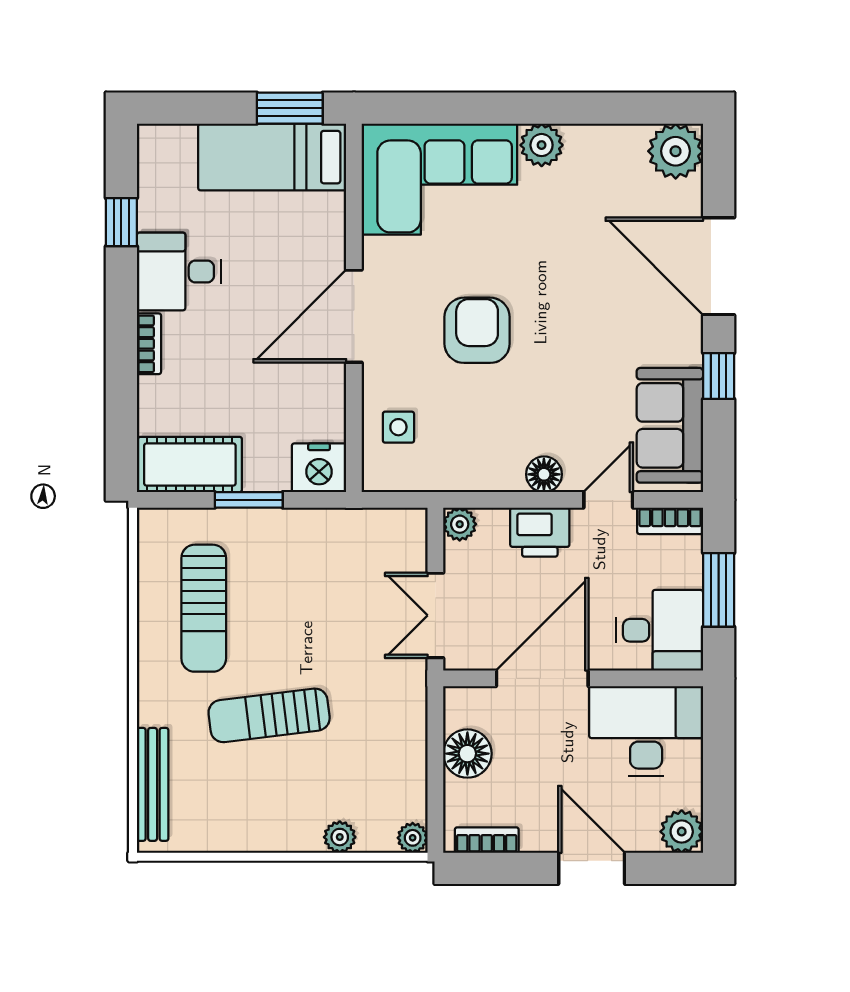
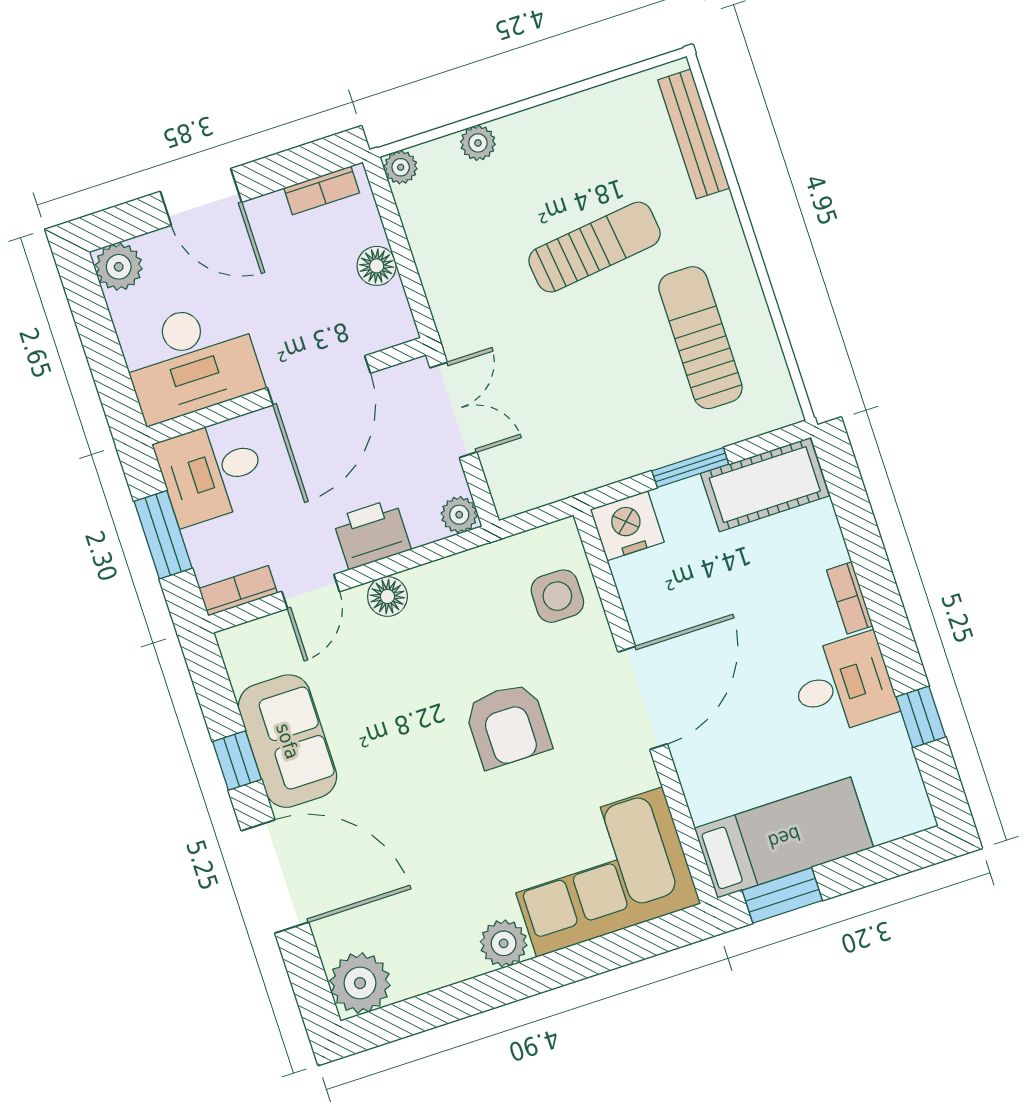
sofa: (670, 425) -> (288, 741), moved
side table: (398, 427) -> (557, 596), width x1.37, depth x1.37
floor lamp: (467, 754) -> (377, 266), width x0.73, depth x0.73

